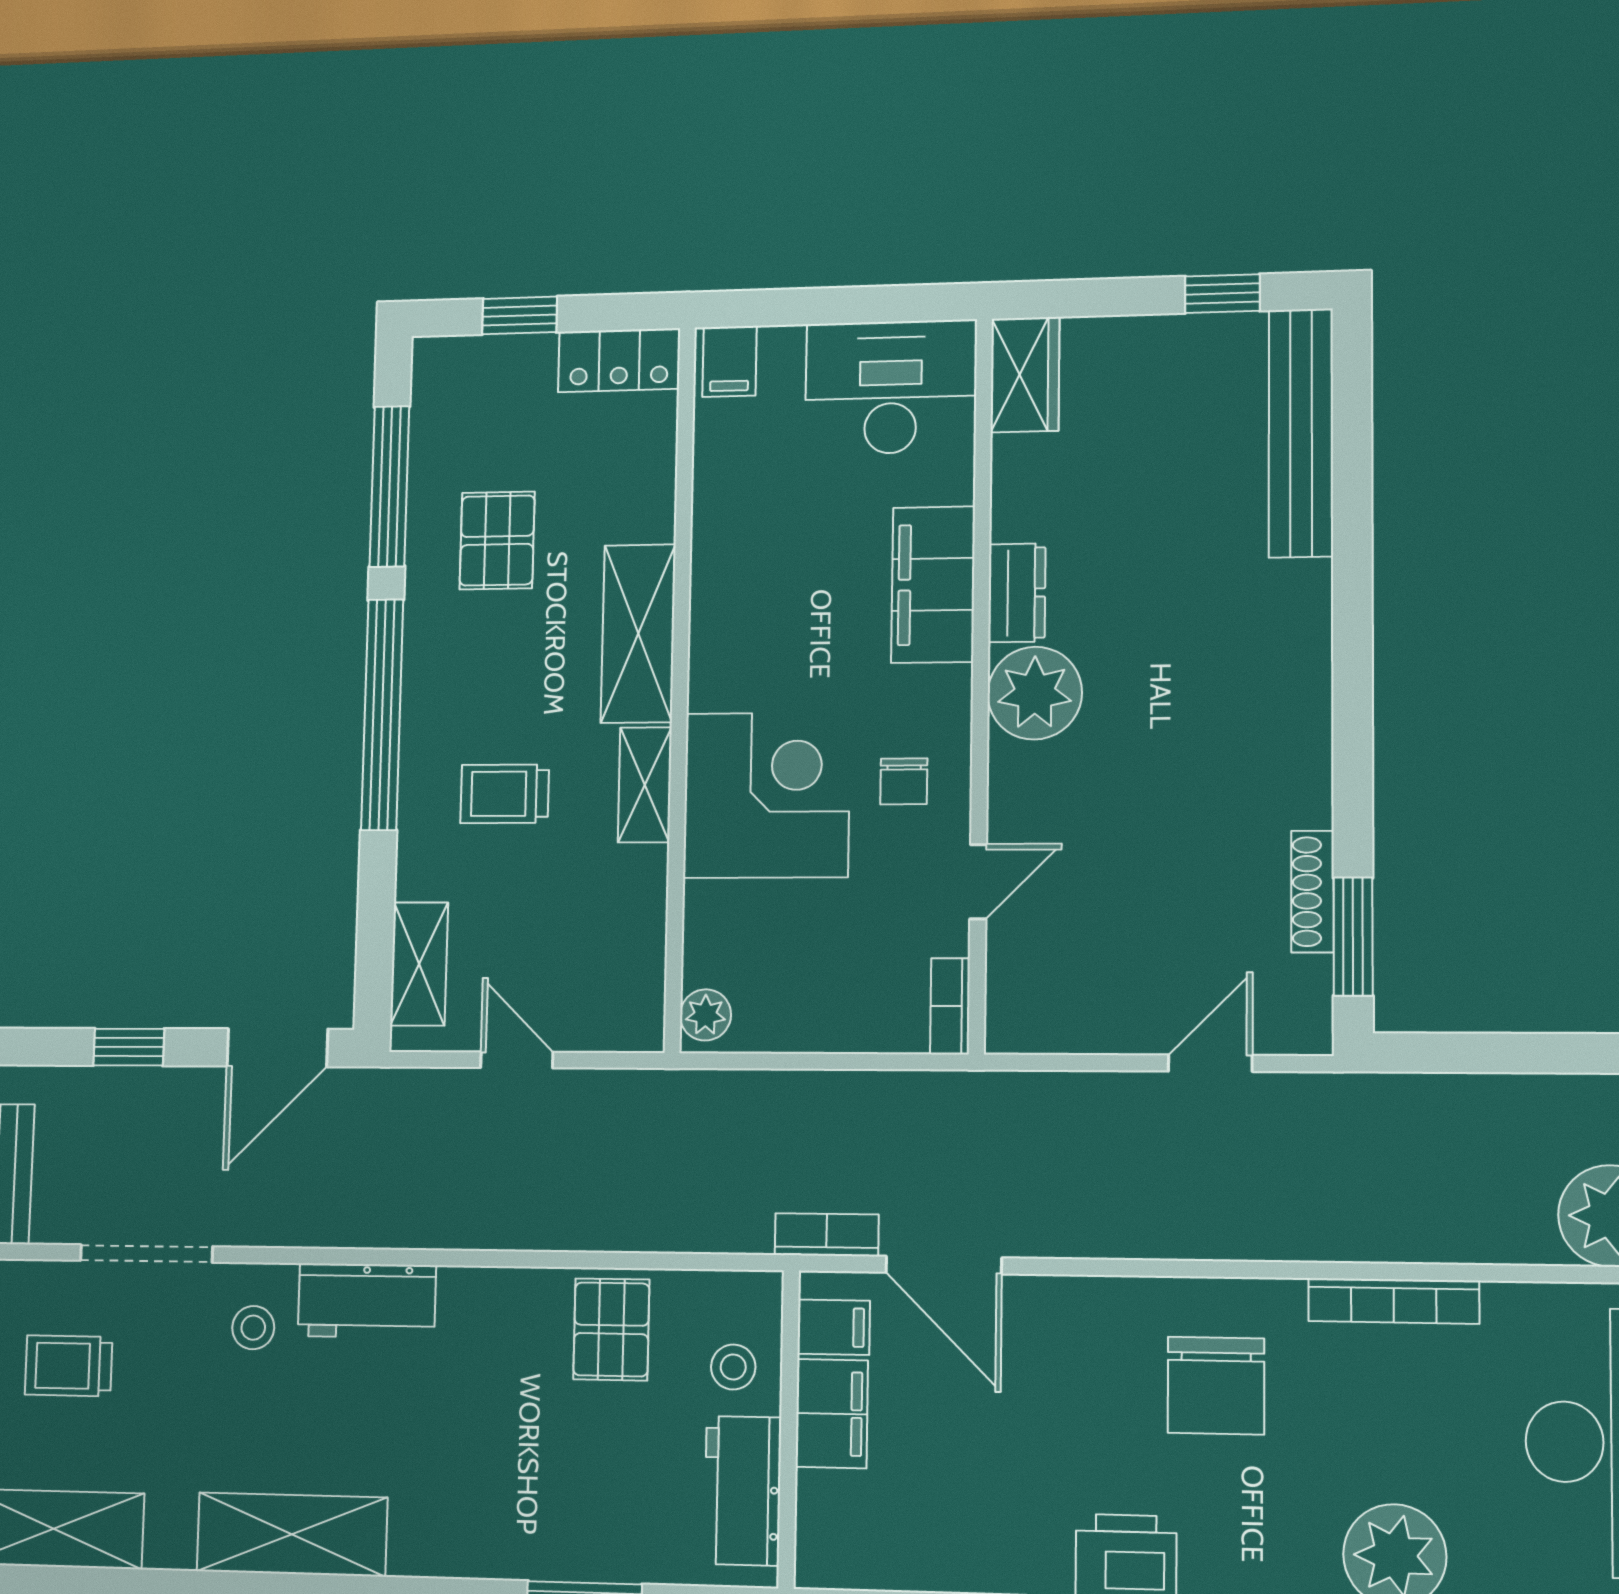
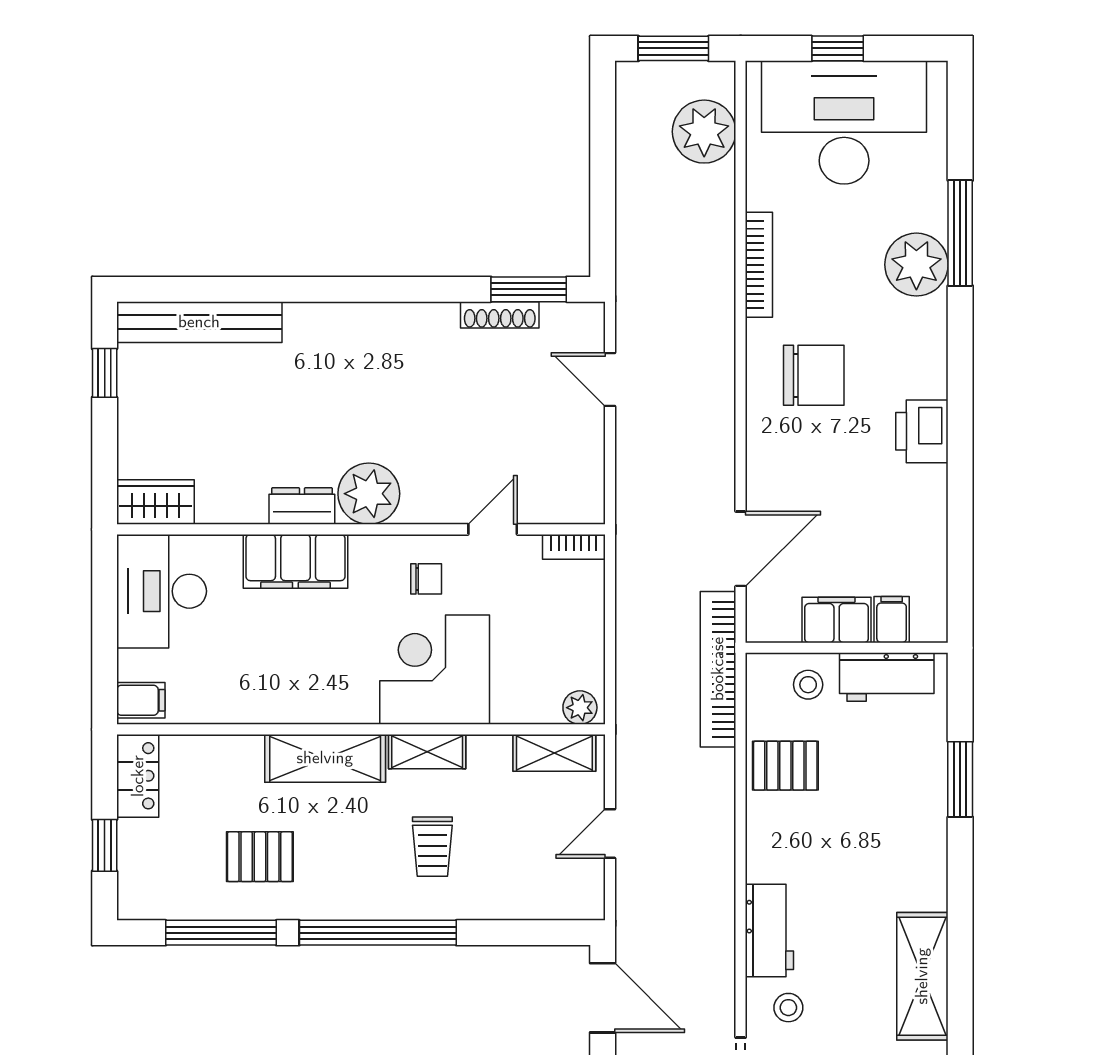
door: (978, 882) -> (493, 529), hinge flipped
shelving: (419, 964) -> (554, 753), moved
bookcase: (827, 1235) -> (718, 669), width x2.31, depth x1.31
filing cabinet: (834, 1327) -> (892, 620), moved

